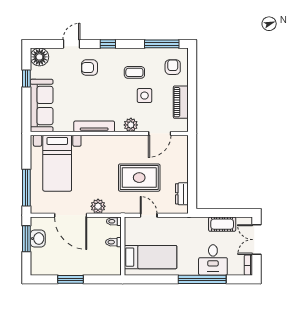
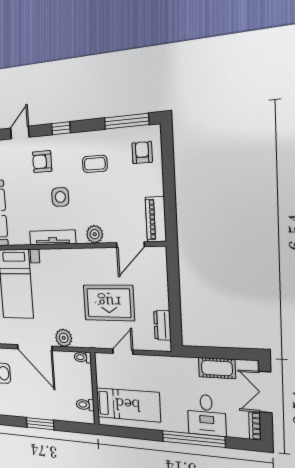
side table: (144, 96) -> (60, 197), moved
piano: (181, 102) -> (156, 219), moved
door: (149, 215) -> (123, 352), hinge flipped
toilet: (113, 242) -> (85, 405), moved

